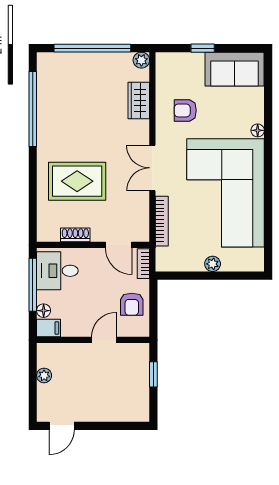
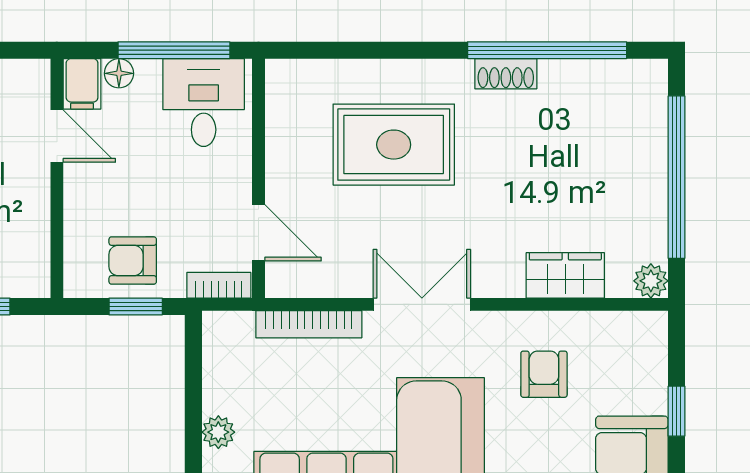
rug: (77, 181) -> (394, 145), turned 90
shoe rack: (75, 235) -> (506, 74), moved, turned 90
door: (119, 245) -> (258, 233), swing flipped
window: (153, 303) -> (136, 306), added
door: (104, 340) -> (57, 136), moved

